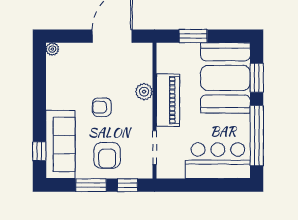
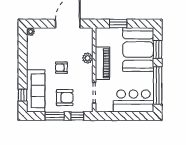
armchair: (107, 155) -> (65, 98), turned -90

